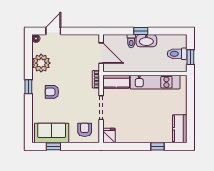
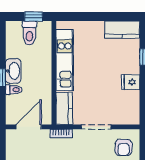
armchair: (85, 130) -> (124, 147), turned -89
fridge: (109, 135) -> (131, 82), moved

